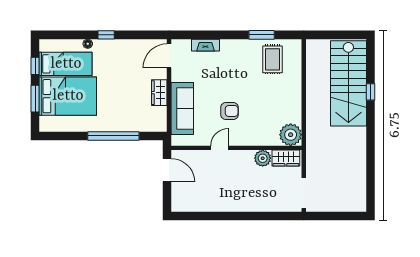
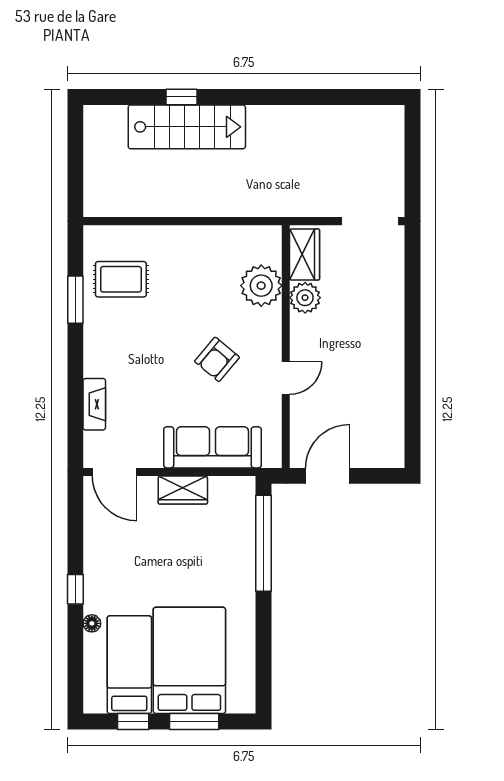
stairs: (348, 83) -> (187, 127), width x0.73, depth x0.66
armchair: (230, 111) -> (217, 359), turned -140
plant: (291, 135) -> (261, 286), moved
window: (113, 136) -> (264, 543), moved
door: (219, 148) -> (286, 378), swing flipped

